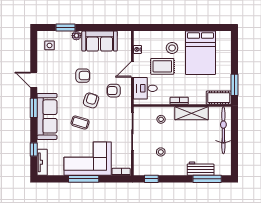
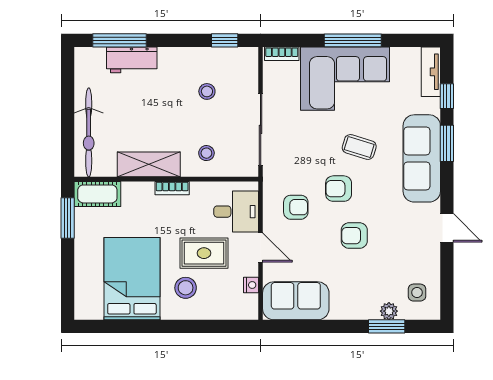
plant: (76, 36) -> (389, 311), moved
sofa: (100, 41) -> (296, 301), moved
door: (132, 69) -> (261, 247), hinge flipped
armchair: (91, 100) -> (339, 189), turned 72
window: (34, 108) -> (447, 143), moved

